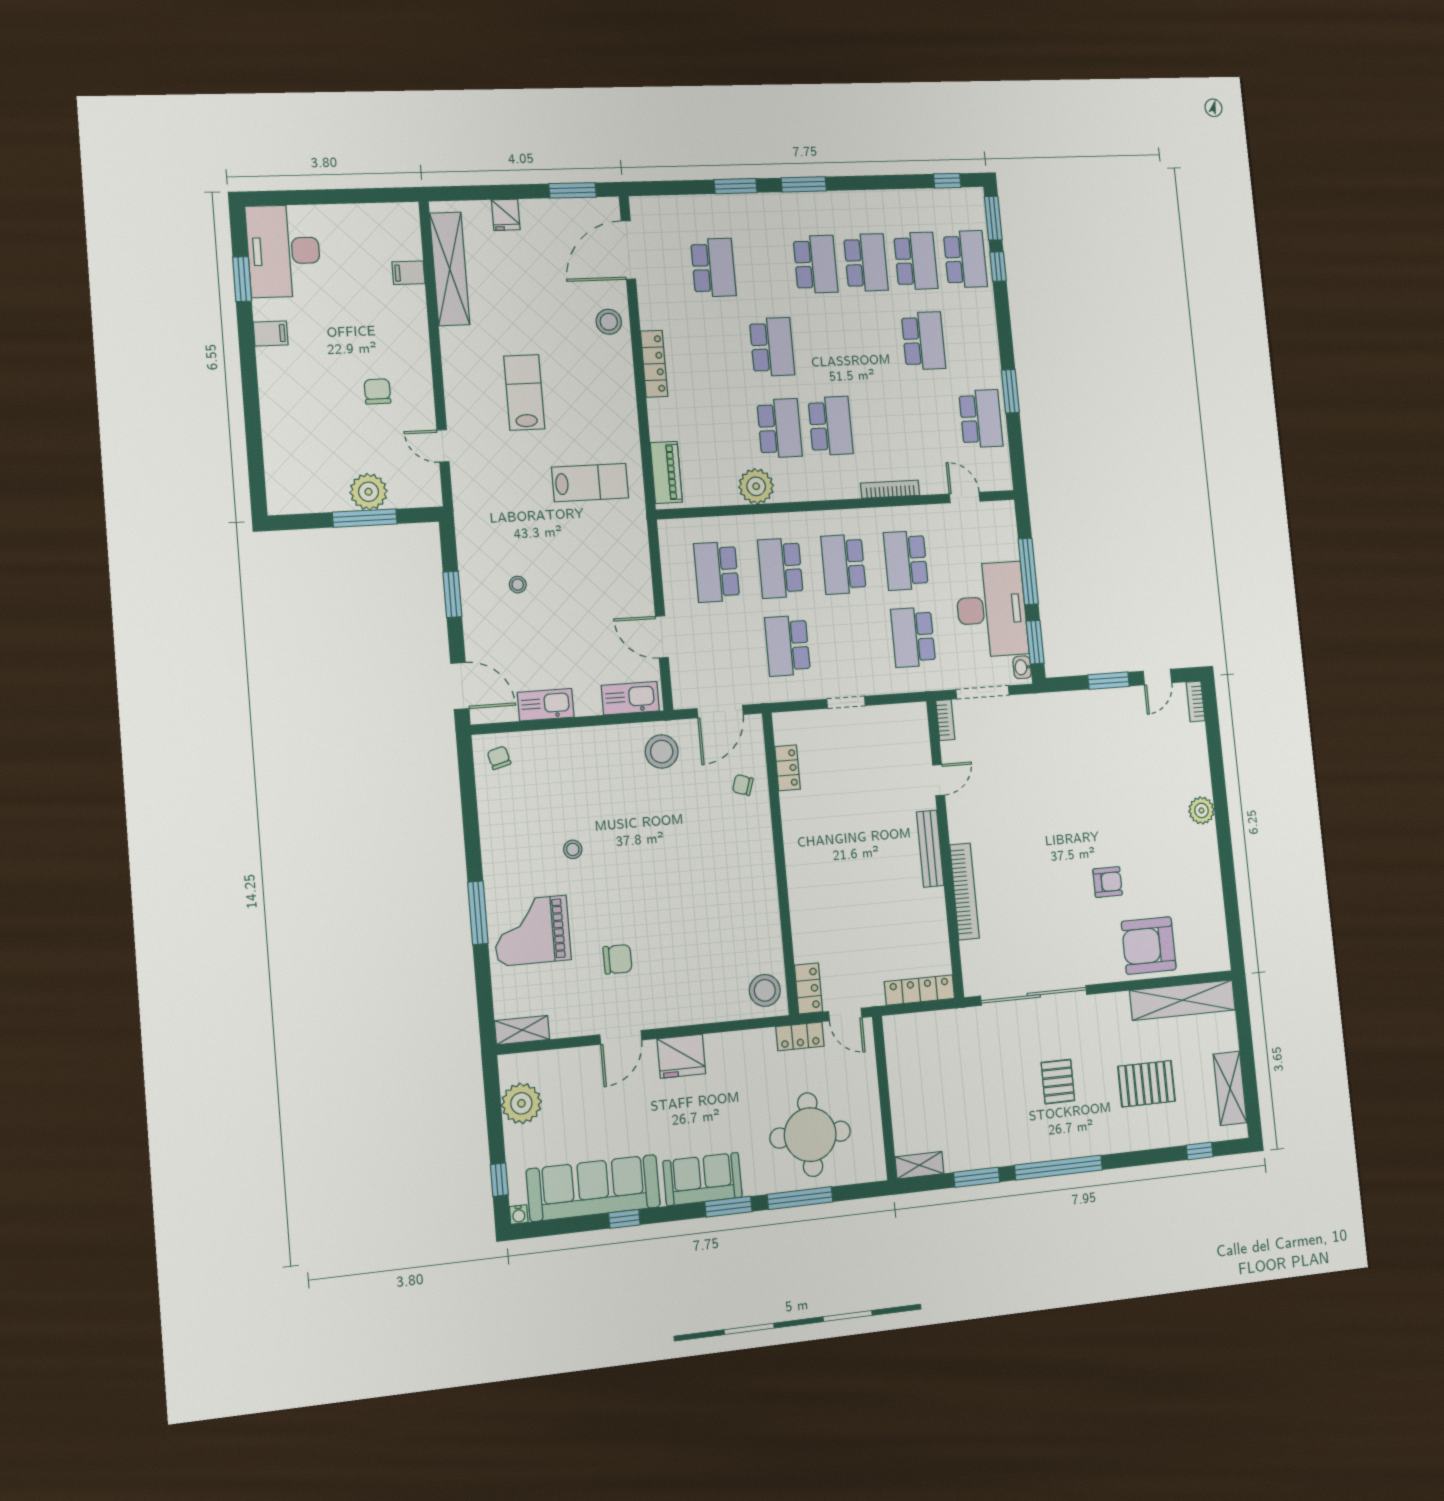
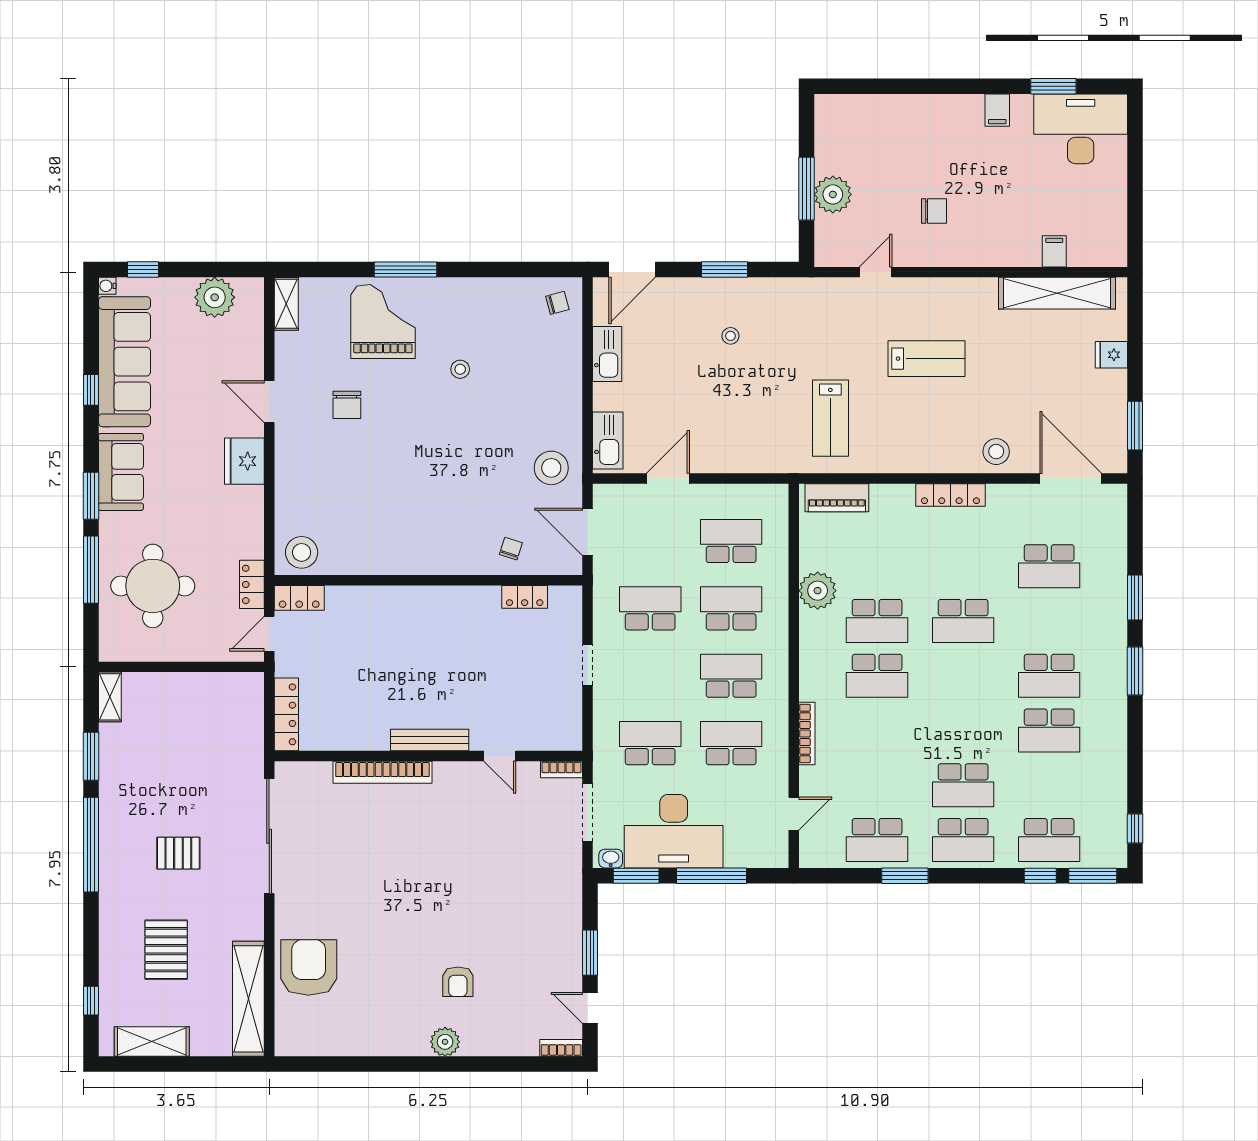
school desk: (916, 261) -> (963, 840), moved
armchair: (1108, 882) -> (458, 982), moved

